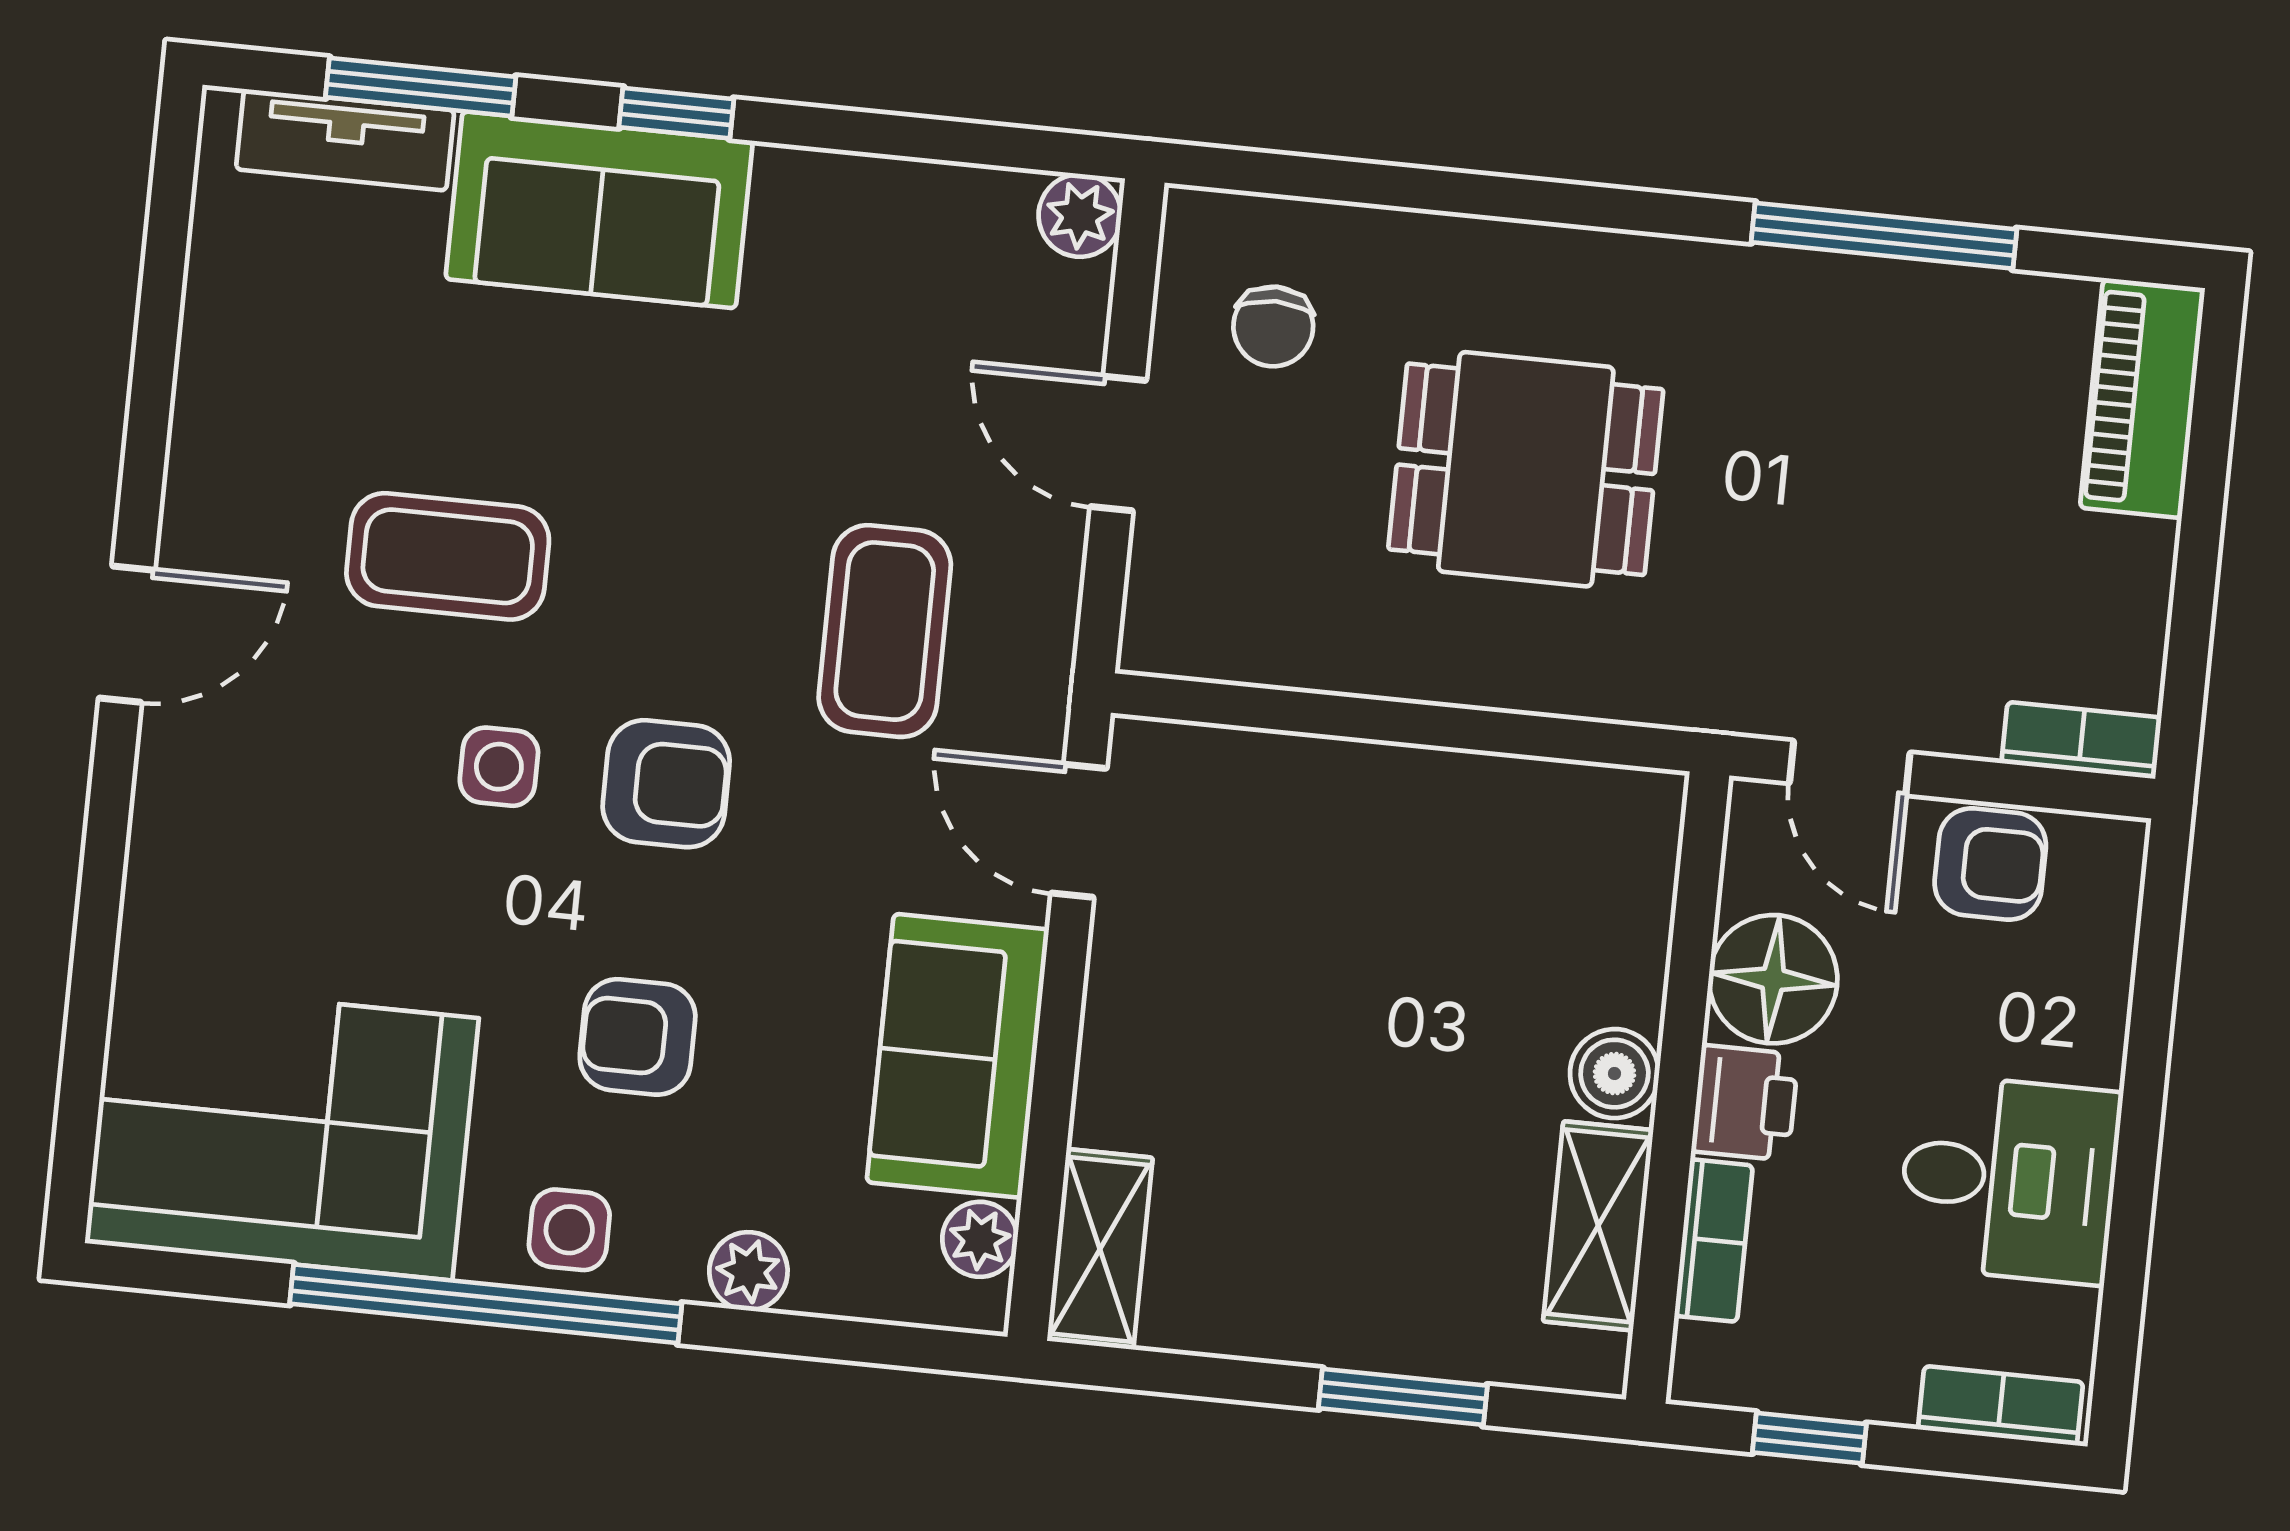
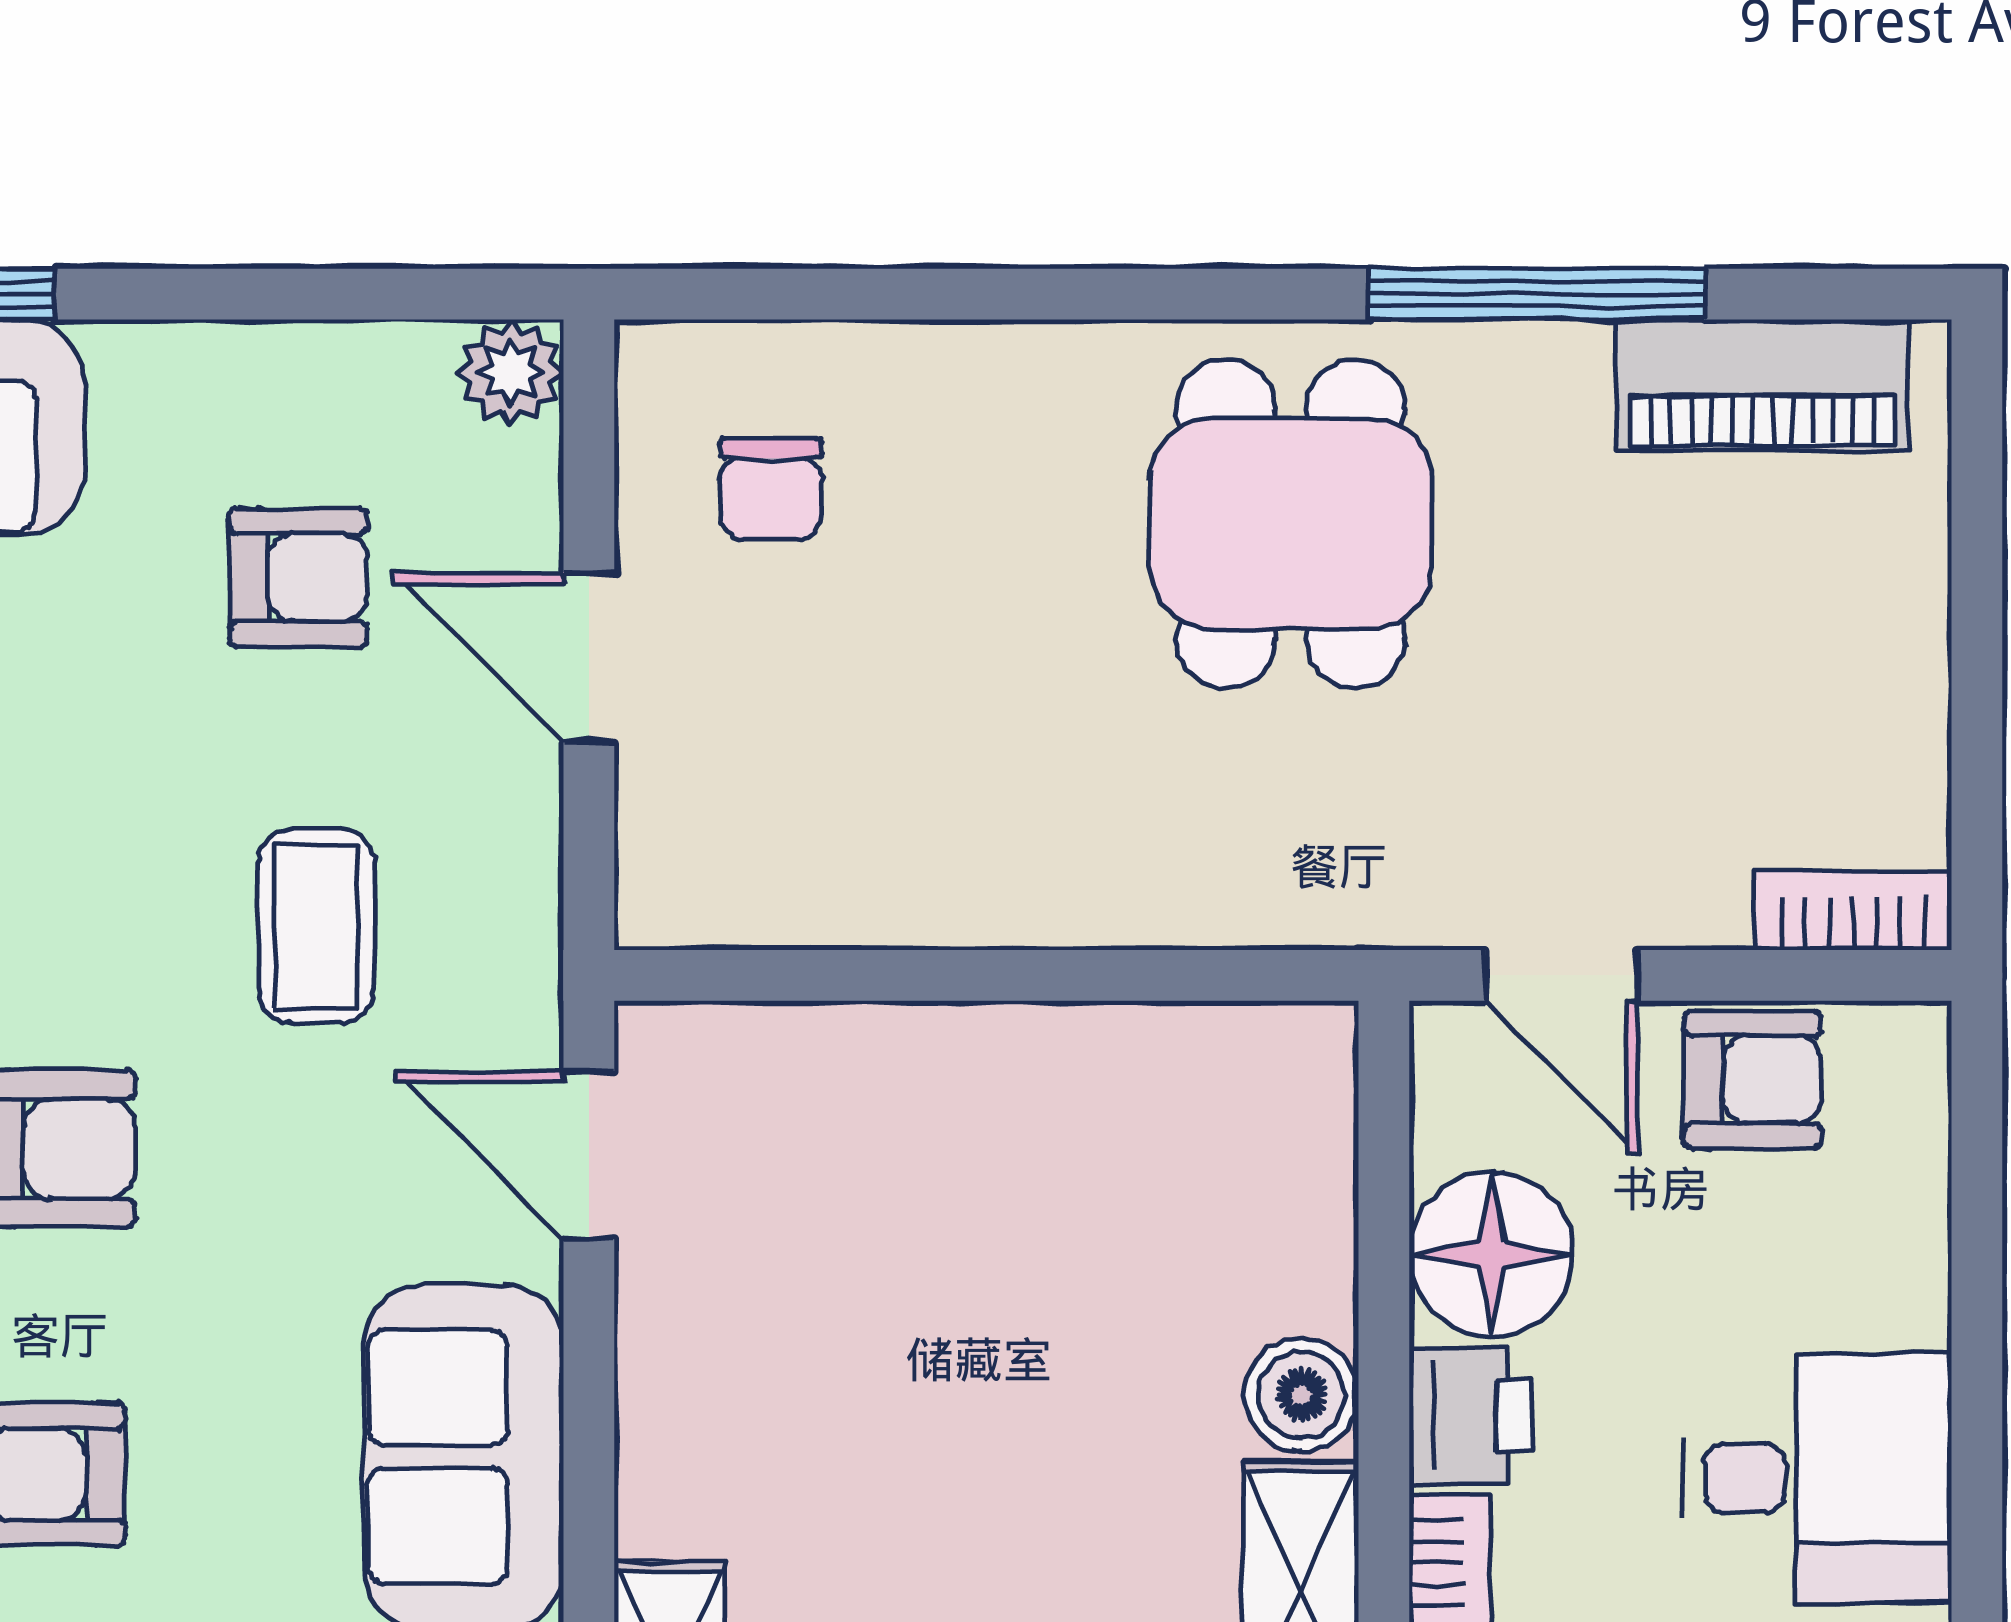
armchair: (898, 358) -> (298, 578), added
piano: (2142, 399) -> (1762, 385), moved, turned -90
dining table: (1526, 469) -> (1291, 524), moved, turned 90
coffee table: (885, 631) -> (316, 926), width x0.73, depth x0.77

